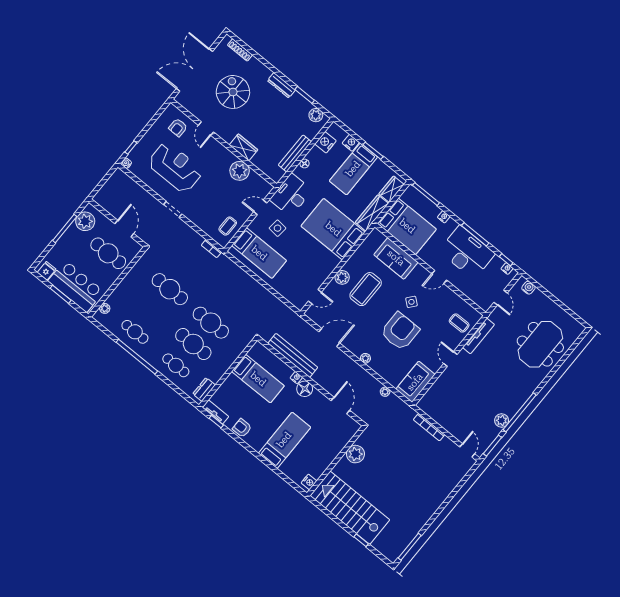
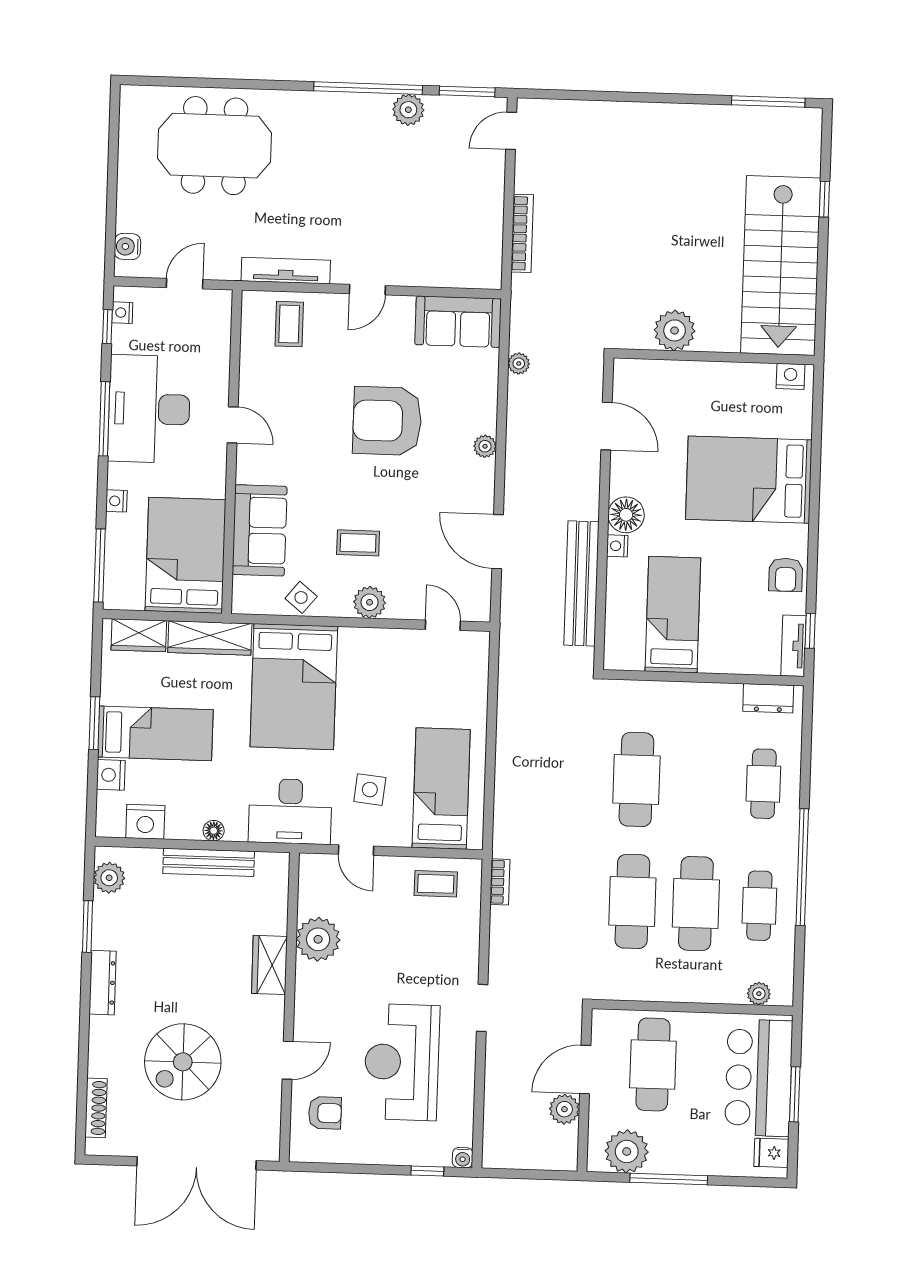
plant: (116, 211) -> (564, 1109), added
coffee table: (366, 289) -> (358, 543), width x0.54, depth x0.58
side table: (411, 302) -> (301, 597), moved
cafe table: (193, 344) -> (696, 904), moved
door: (340, 405) -> (607, 426), swing flipped
bed: (284, 440) -> (749, 480), width x1.50

